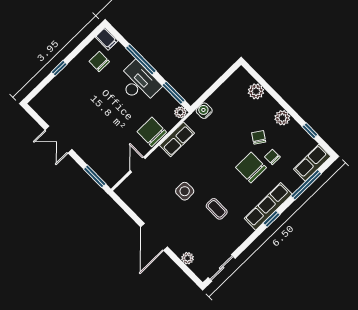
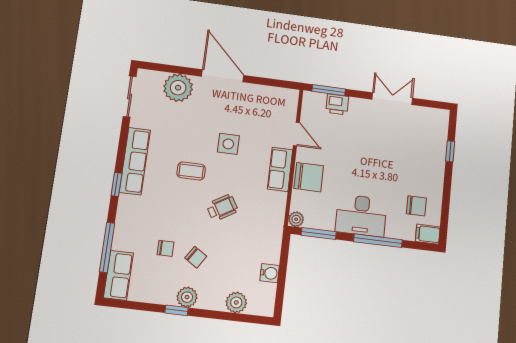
window: (59, 68) -> (450, 151), moved
water cooler: (204, 111) -> (270, 273), moved
window: (310, 131) -> (177, 310), moved
row of seats: (177, 139) -> (280, 169), moved
wheelchair: (219, 155) -> (222, 208), added
printer: (97, 163) -> (337, 104), added
chair: (251, 167) -> (179, 220), removed
row of seats: (268, 206) -> (135, 161), moved
coffee table: (217, 209) -> (191, 171), moved
plant: (188, 258) -> (178, 88), width x1.88, depth x1.88

